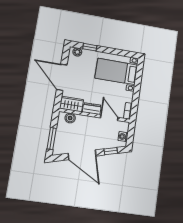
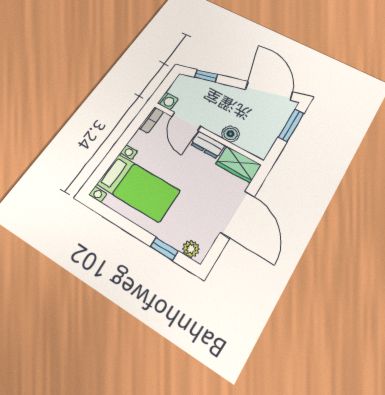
boiler: (70, 118) -> (231, 134), moved
washing machine: (123, 137) -> (168, 101), moved
door: (82, 155) -> (269, 91), moved

